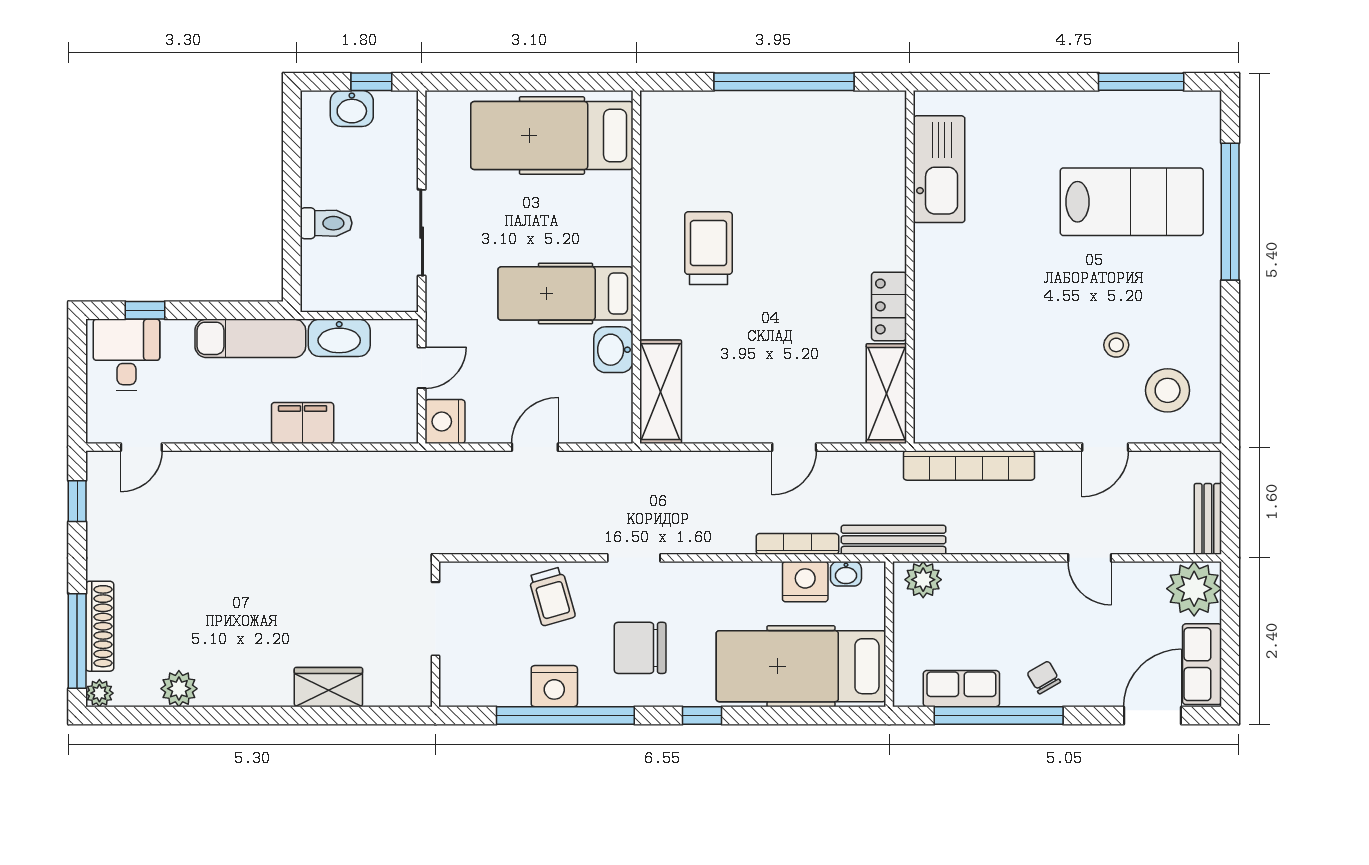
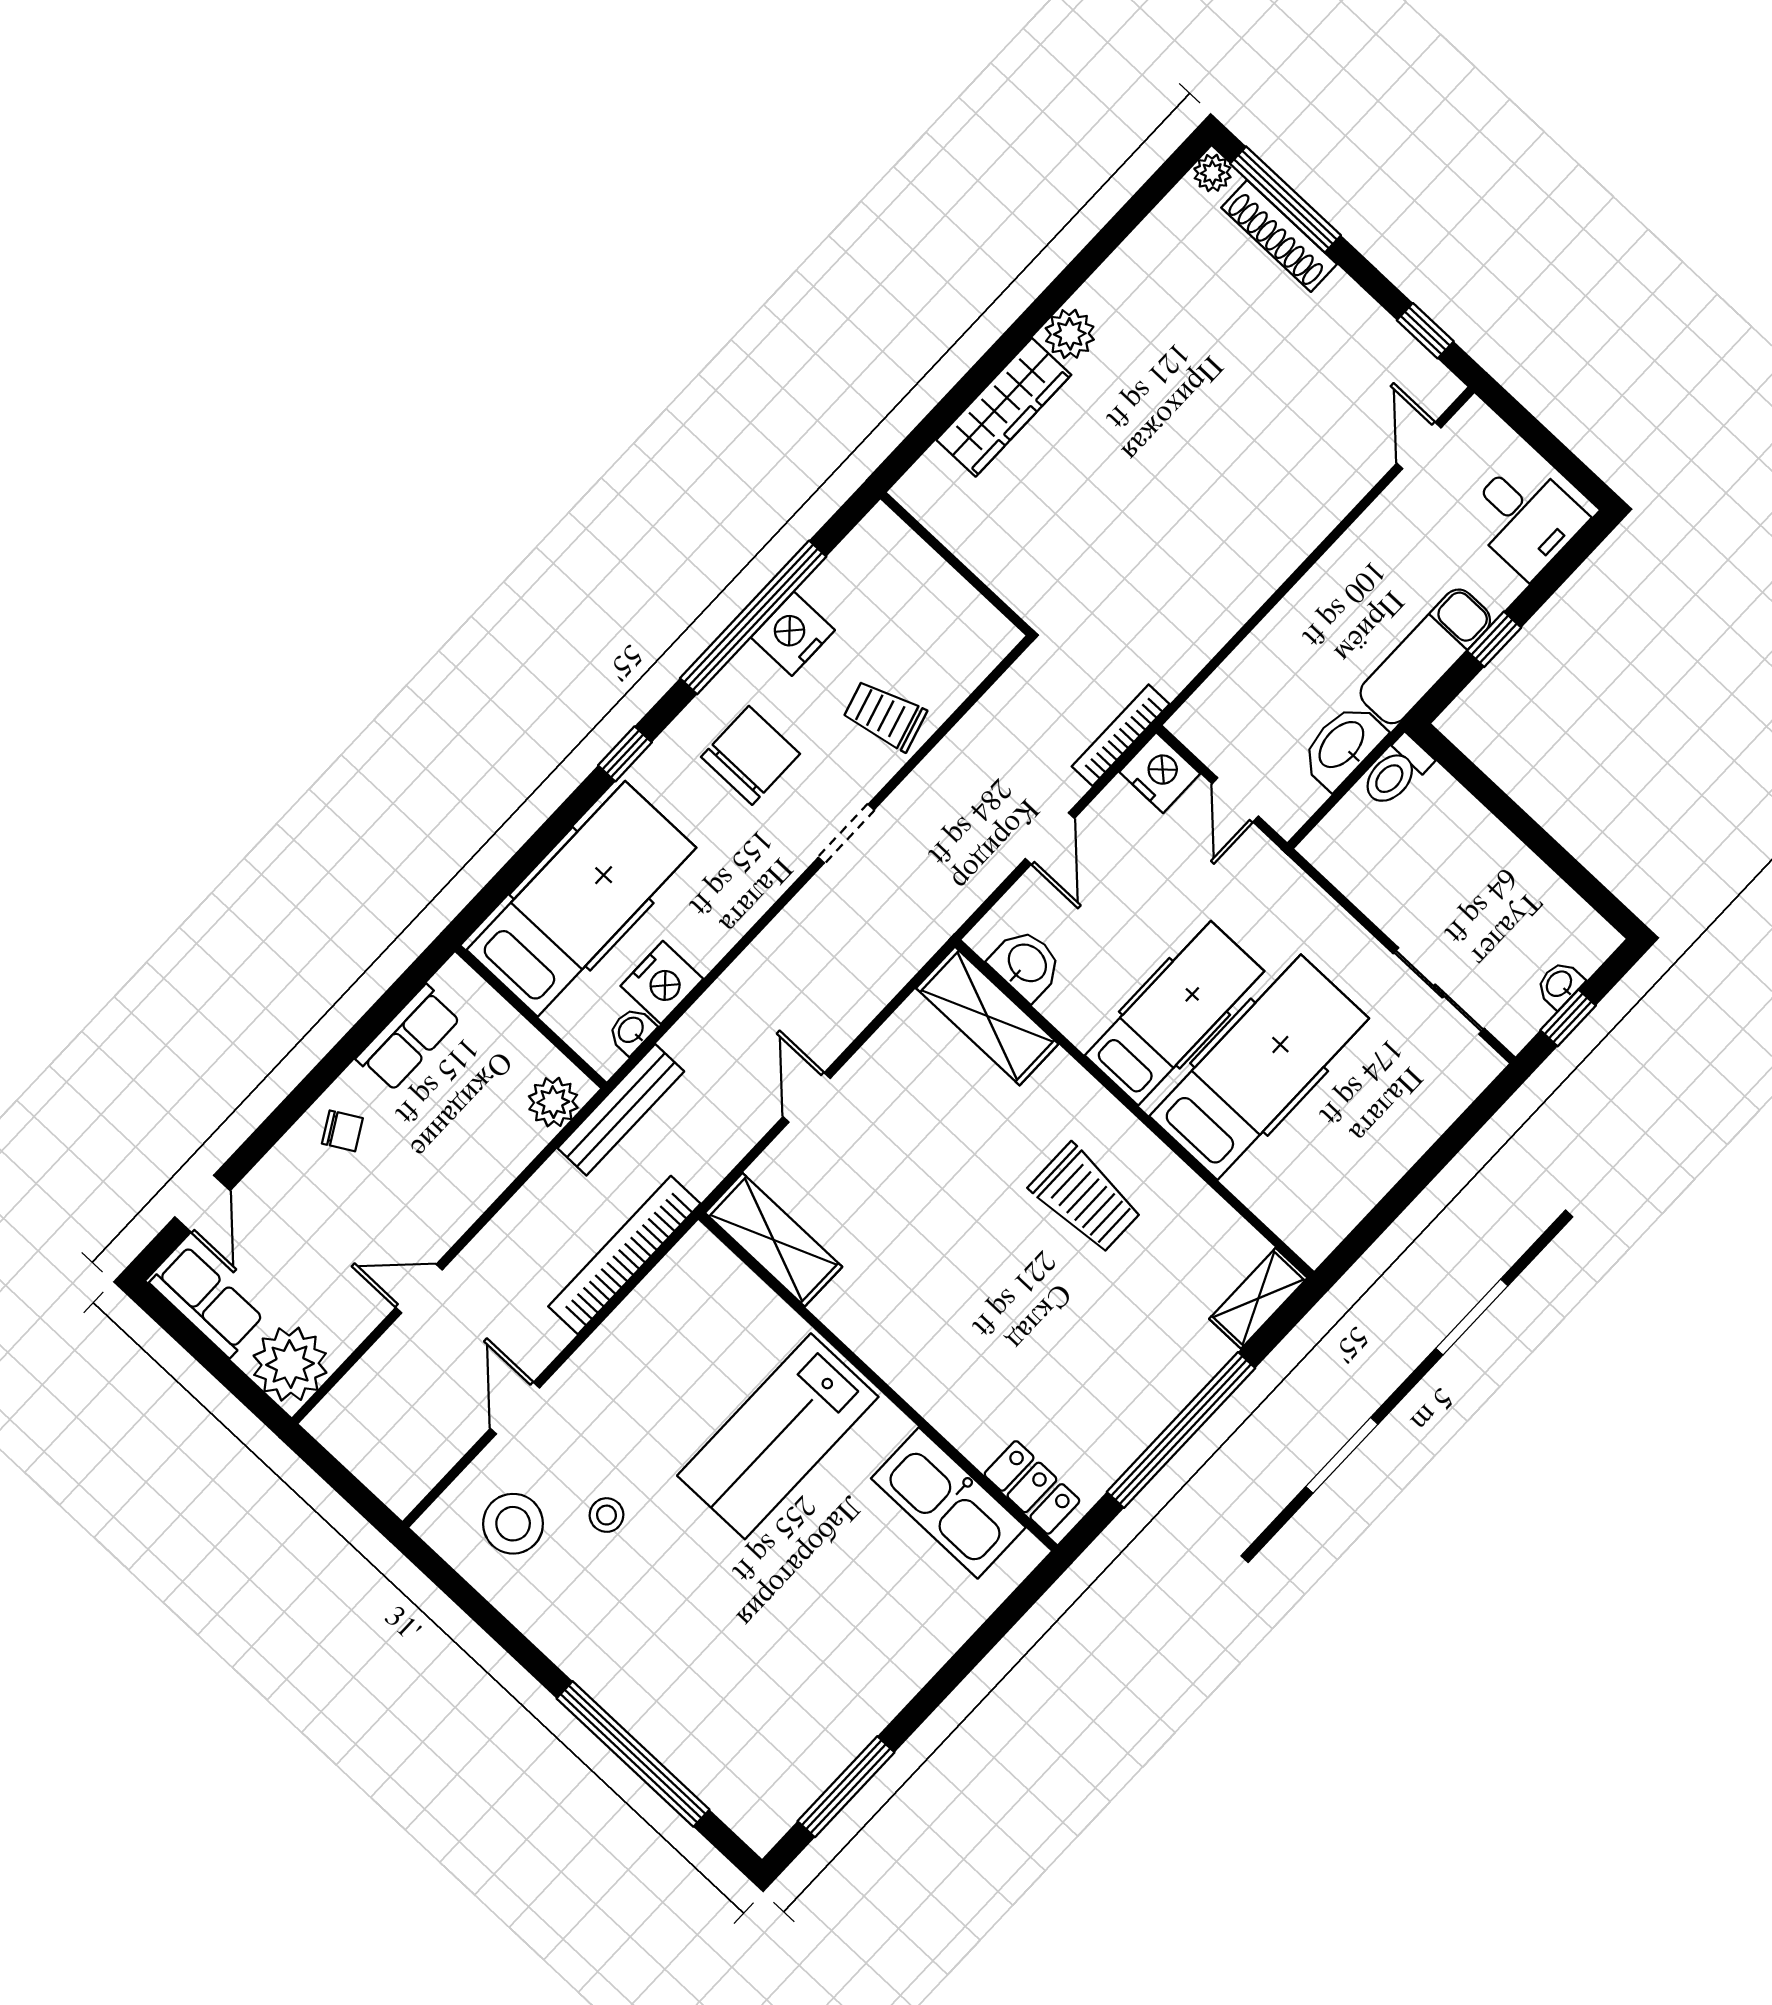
shelving: (675, 106) -> (1258, 1298), added
washbasin: (352, 109) -> (1560, 984), width x0.72, depth x0.69
hospital bed: (552, 135) -> (1259, 1067), moved
lab bench: (1132, 202) -> (778, 1436), moved
toilet: (326, 223) -> (1396, 771), moved
sliding door: (422, 233) -> (1439, 991), moved
locker: (889, 306) -> (1032, 1487), moved
window: (145, 310) -> (1494, 639), moved
washbasin: (613, 350) -> (1026, 964), moved
filing cabinet: (303, 423) -> (1292, 629), removed
bench: (1208, 519) -> (347, 1443), removed
bookcase: (797, 544) -> (1121, 735), moved, turned 180
doorway: (435, 619) -> (971, 578), removed
wardrobe: (328, 687) -> (1004, 407), width x1.50
plant: (179, 689) -> (1070, 334), moved
window: (999, 715) -> (347, 1050), removed
door: (1153, 715) -> (202, 1204), width x0.73

